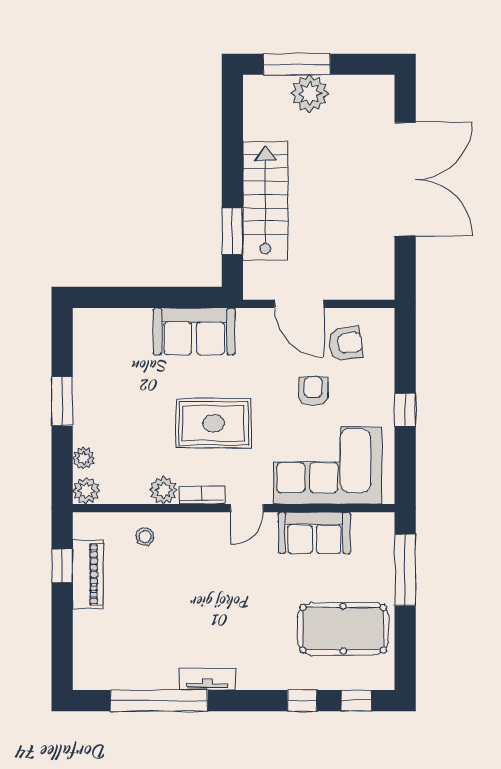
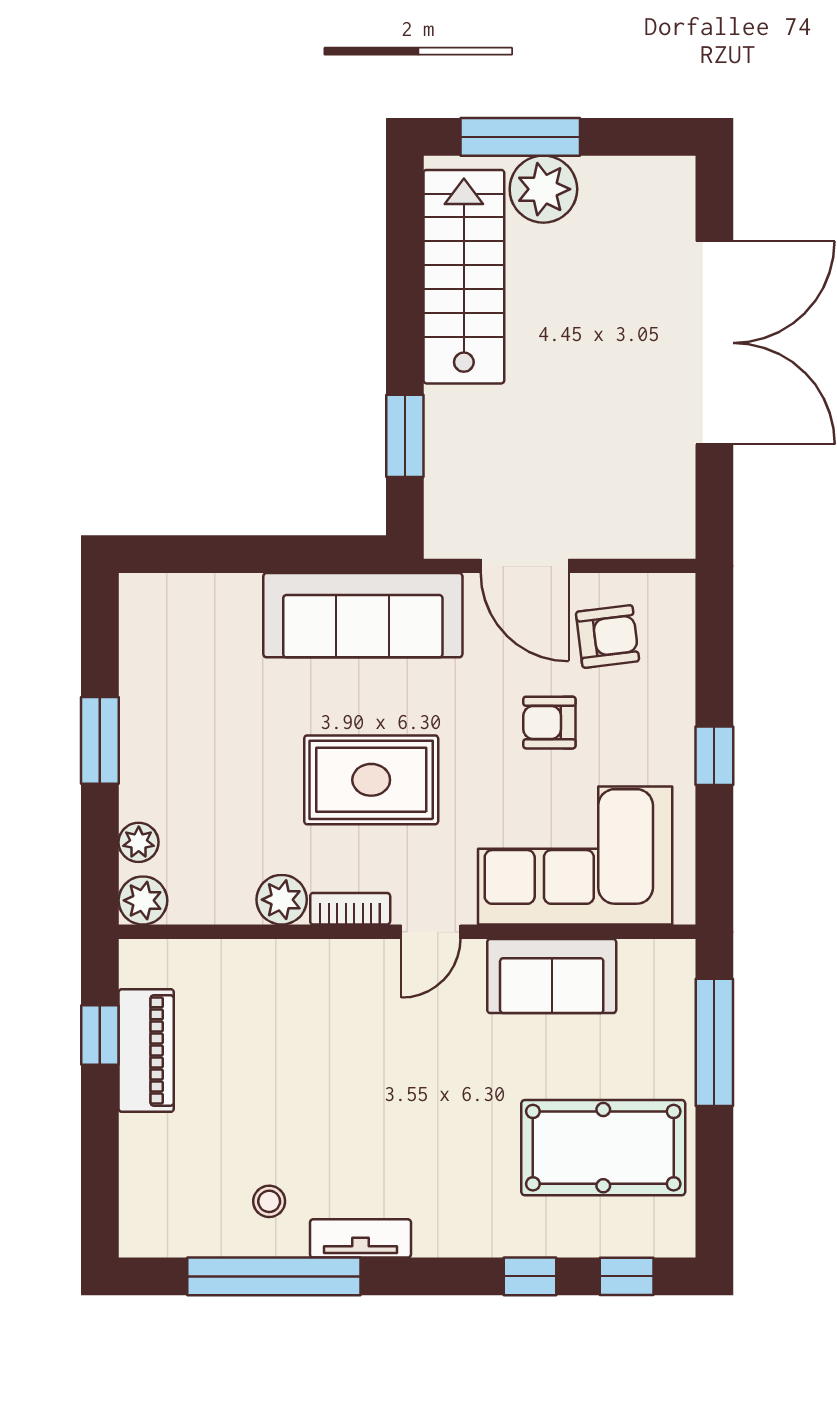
stairs: (265, 201) -> (464, 277), moved
sofa: (194, 331) -> (363, 615), width x1.36
armchair: (313, 391) -> (549, 723), turned -90
stool: (145, 537) -> (269, 1201), moved

